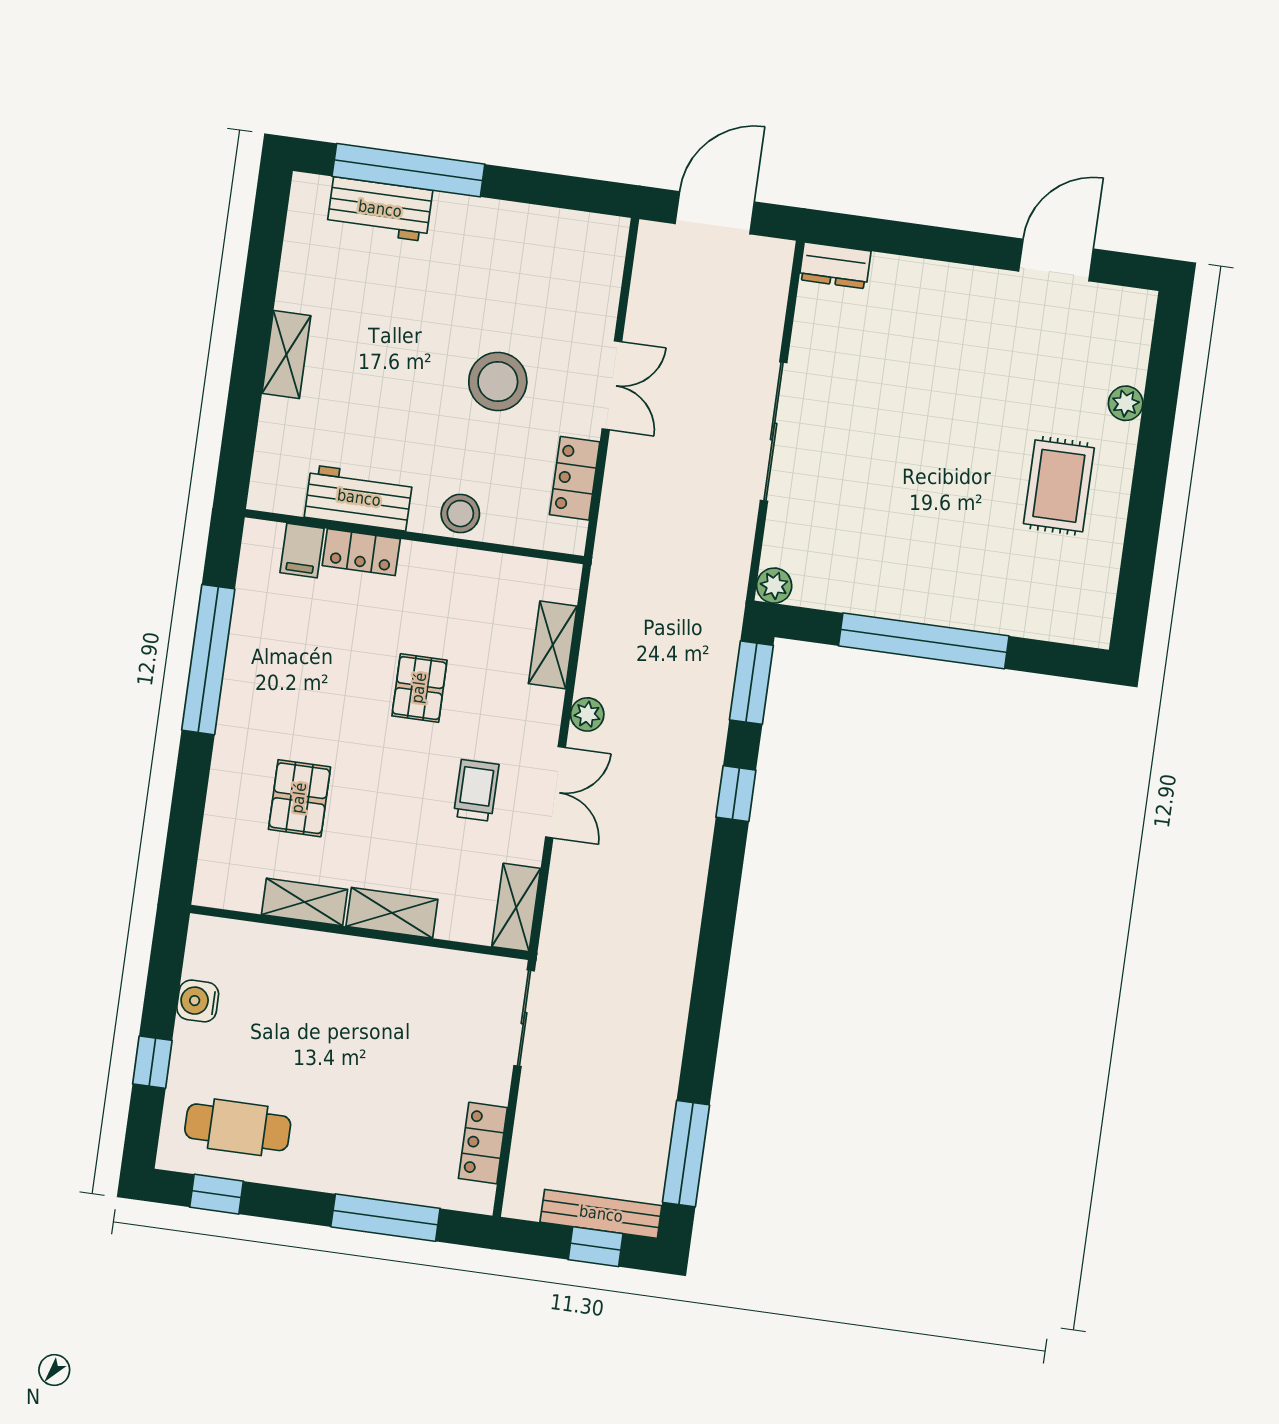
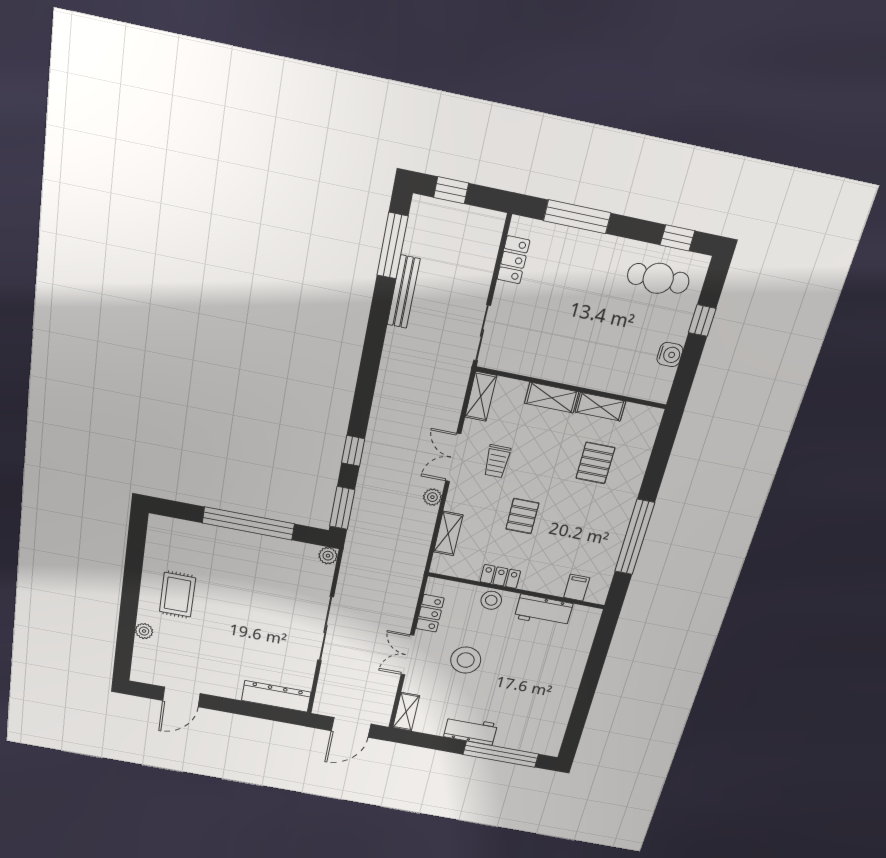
workbench: (380, 209) -> (471, 730), moved
dresser: (835, 265) -> (276, 696), width x1.96, depth x1.24
shelving: (286, 355) -> (406, 712), moved
locker: (361, 552) -> (500, 576), moved
bench: (601, 1214) -> (404, 292), moved, turned 90

